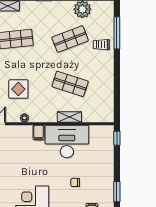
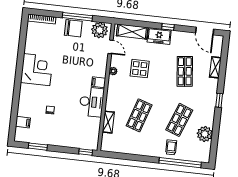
window: (117, 33) -> (180, 163), width x1.46
shop shelf: (70, 39) -> (179, 120), turned 42
shelving: (69, 117) -> (108, 122), moved
desk: (67, 142) -> (92, 102), width x0.73, depth x0.77

